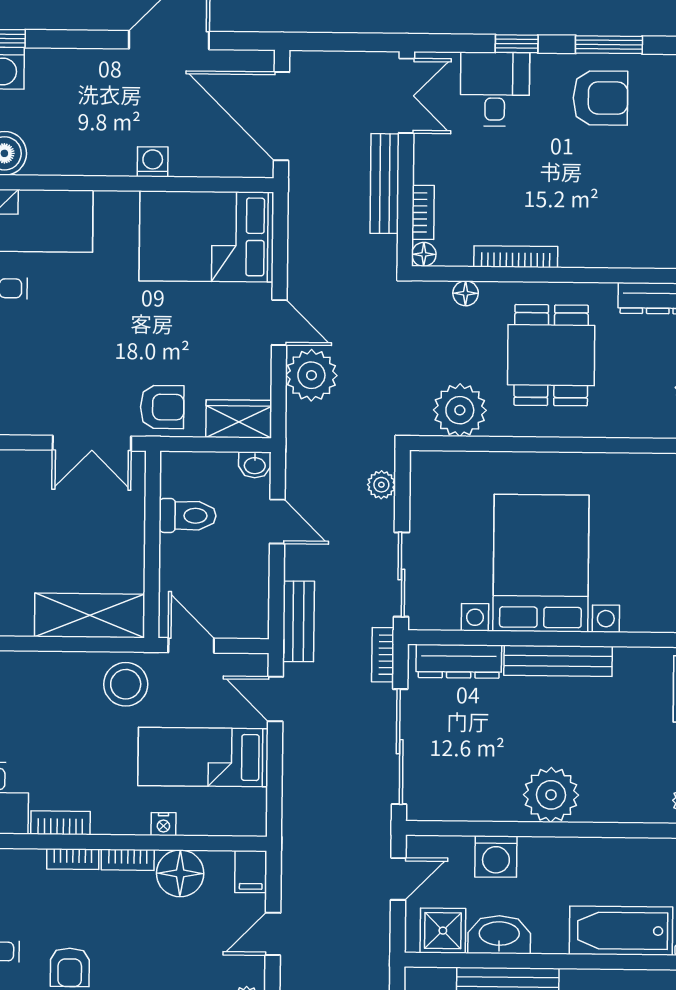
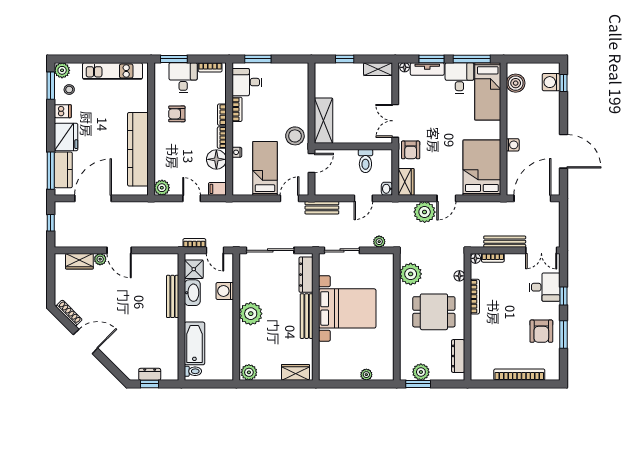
bookcase: (383, 655) -> (194, 243), moved

